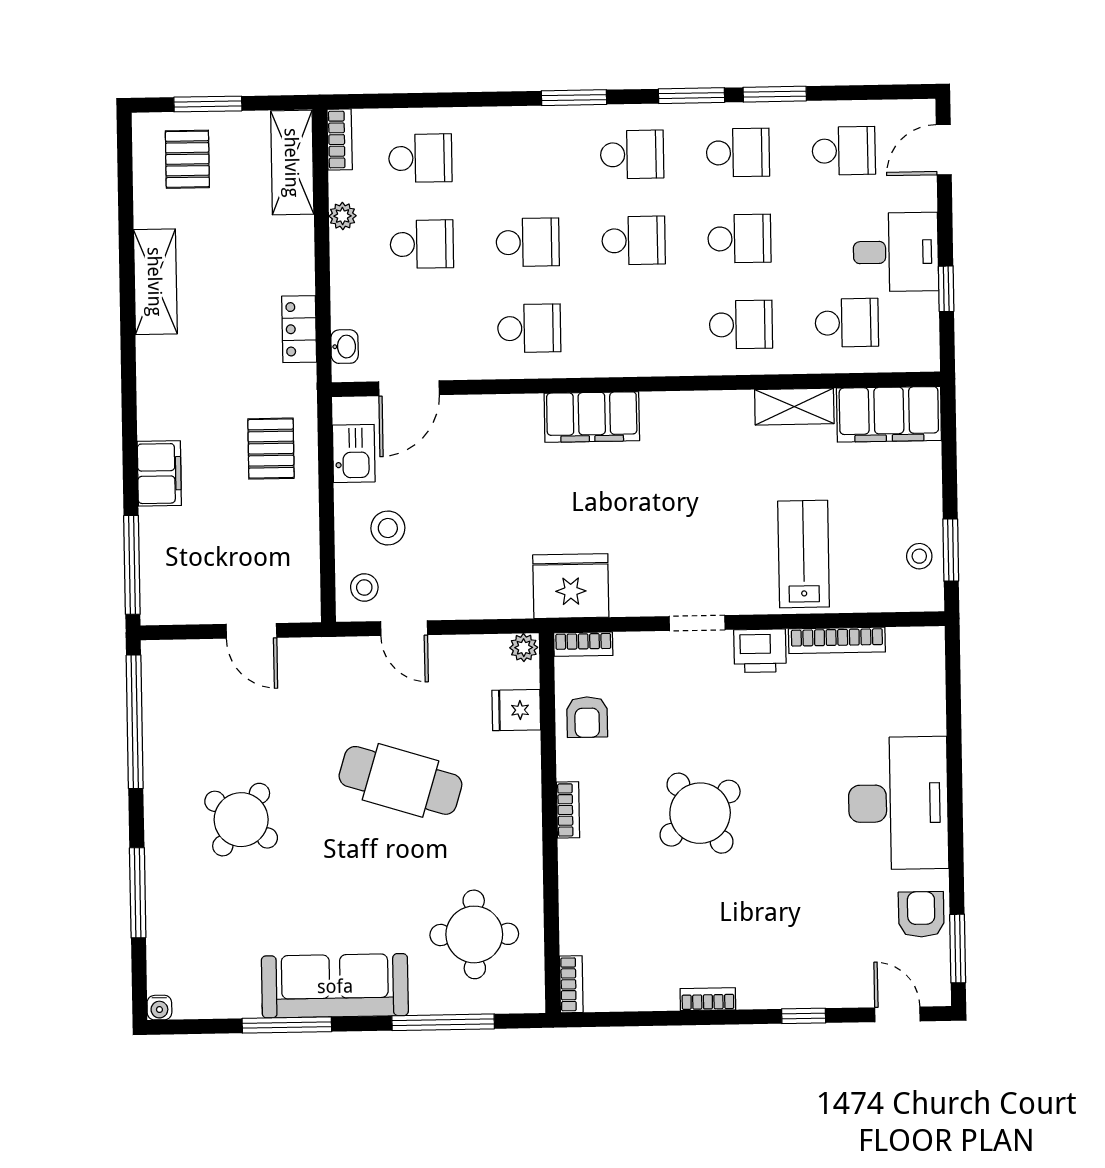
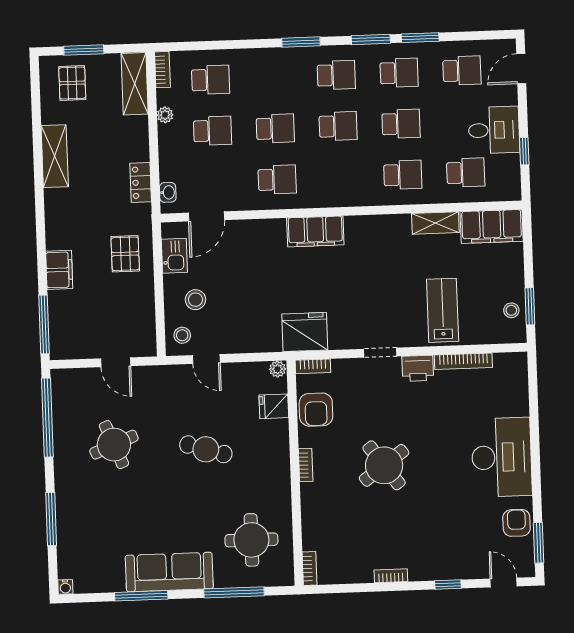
armchair: (587, 717) -> (316, 410), width x1.38, depth x1.38
cafe table: (400, 780) -> (206, 449), width x0.73, depth x0.74
round table: (241, 820) -> (114, 445), moved, turned 32

